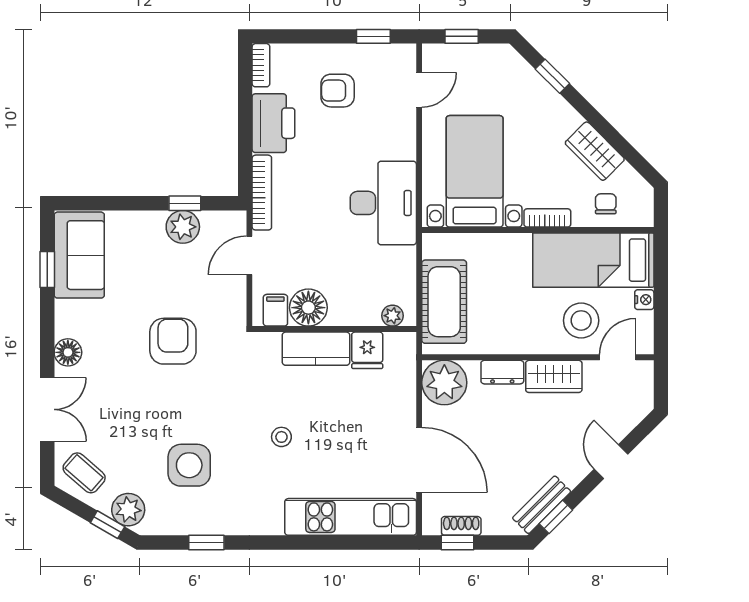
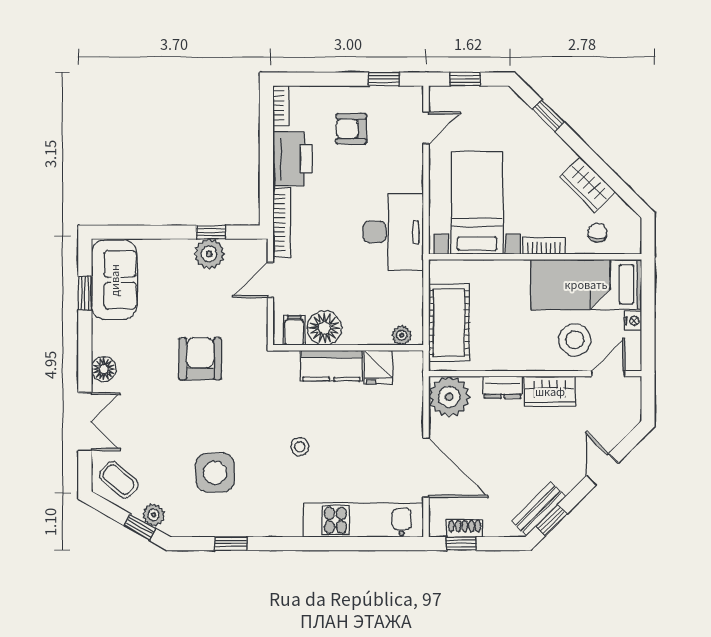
plant: (128, 510) -> (154, 515), width x0.73, depth x0.73

